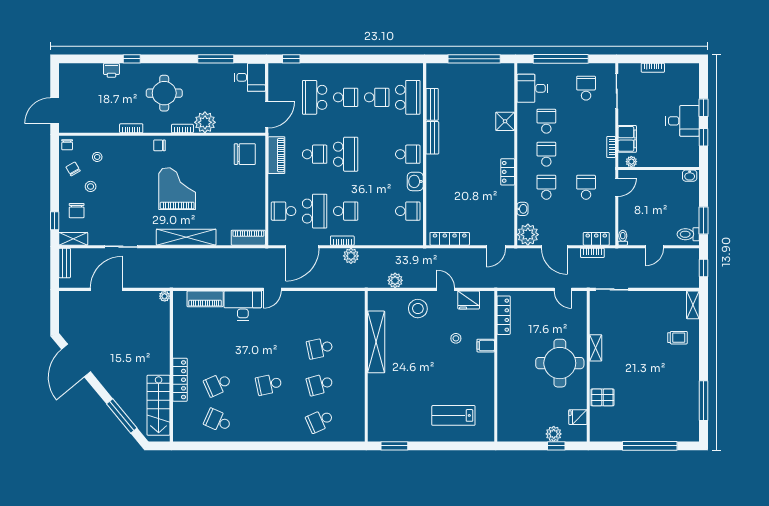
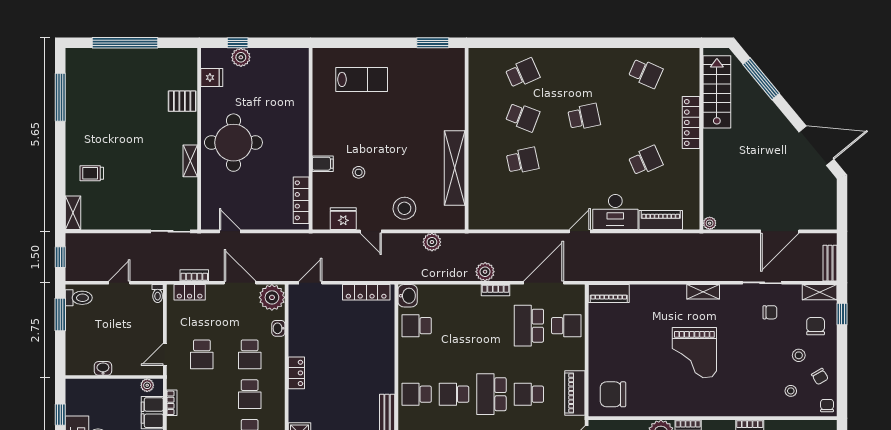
chair: (159, 145) -> (770, 312), moved
washbasin: (690, 176) -> (103, 368), moved
washbasin: (415, 181) -> (408, 296), moved
school desk: (346, 211) -> (454, 394), moved
shelving: (186, 237) -> (703, 292), width x0.45, depth x0.75
door: (76, 361) -> (816, 146), hinge flipped
school desk: (218, 384) -> (646, 161), moved
school desk: (320, 384) -> (523, 117), turned 36

